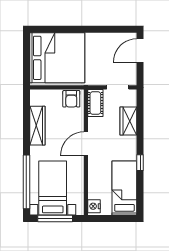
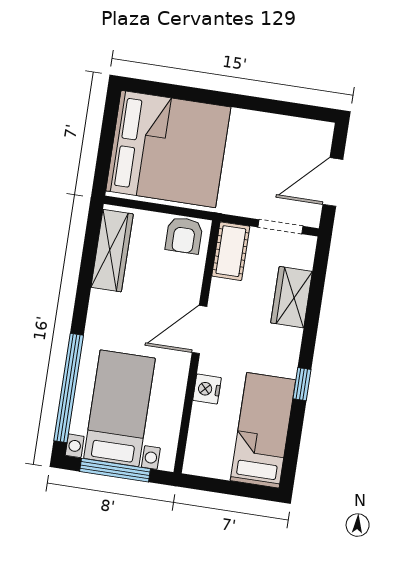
door: (140, 51) -> (333, 182), moved
wardrobe: (37, 126) -> (112, 251), moved
nightstand: (94, 206) -> (207, 389), moved

